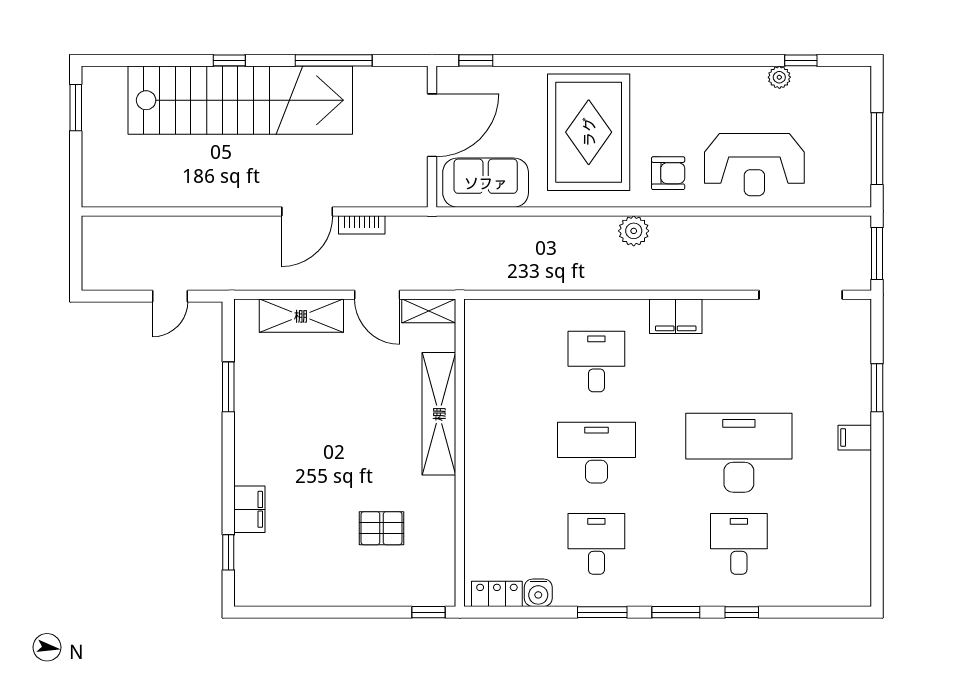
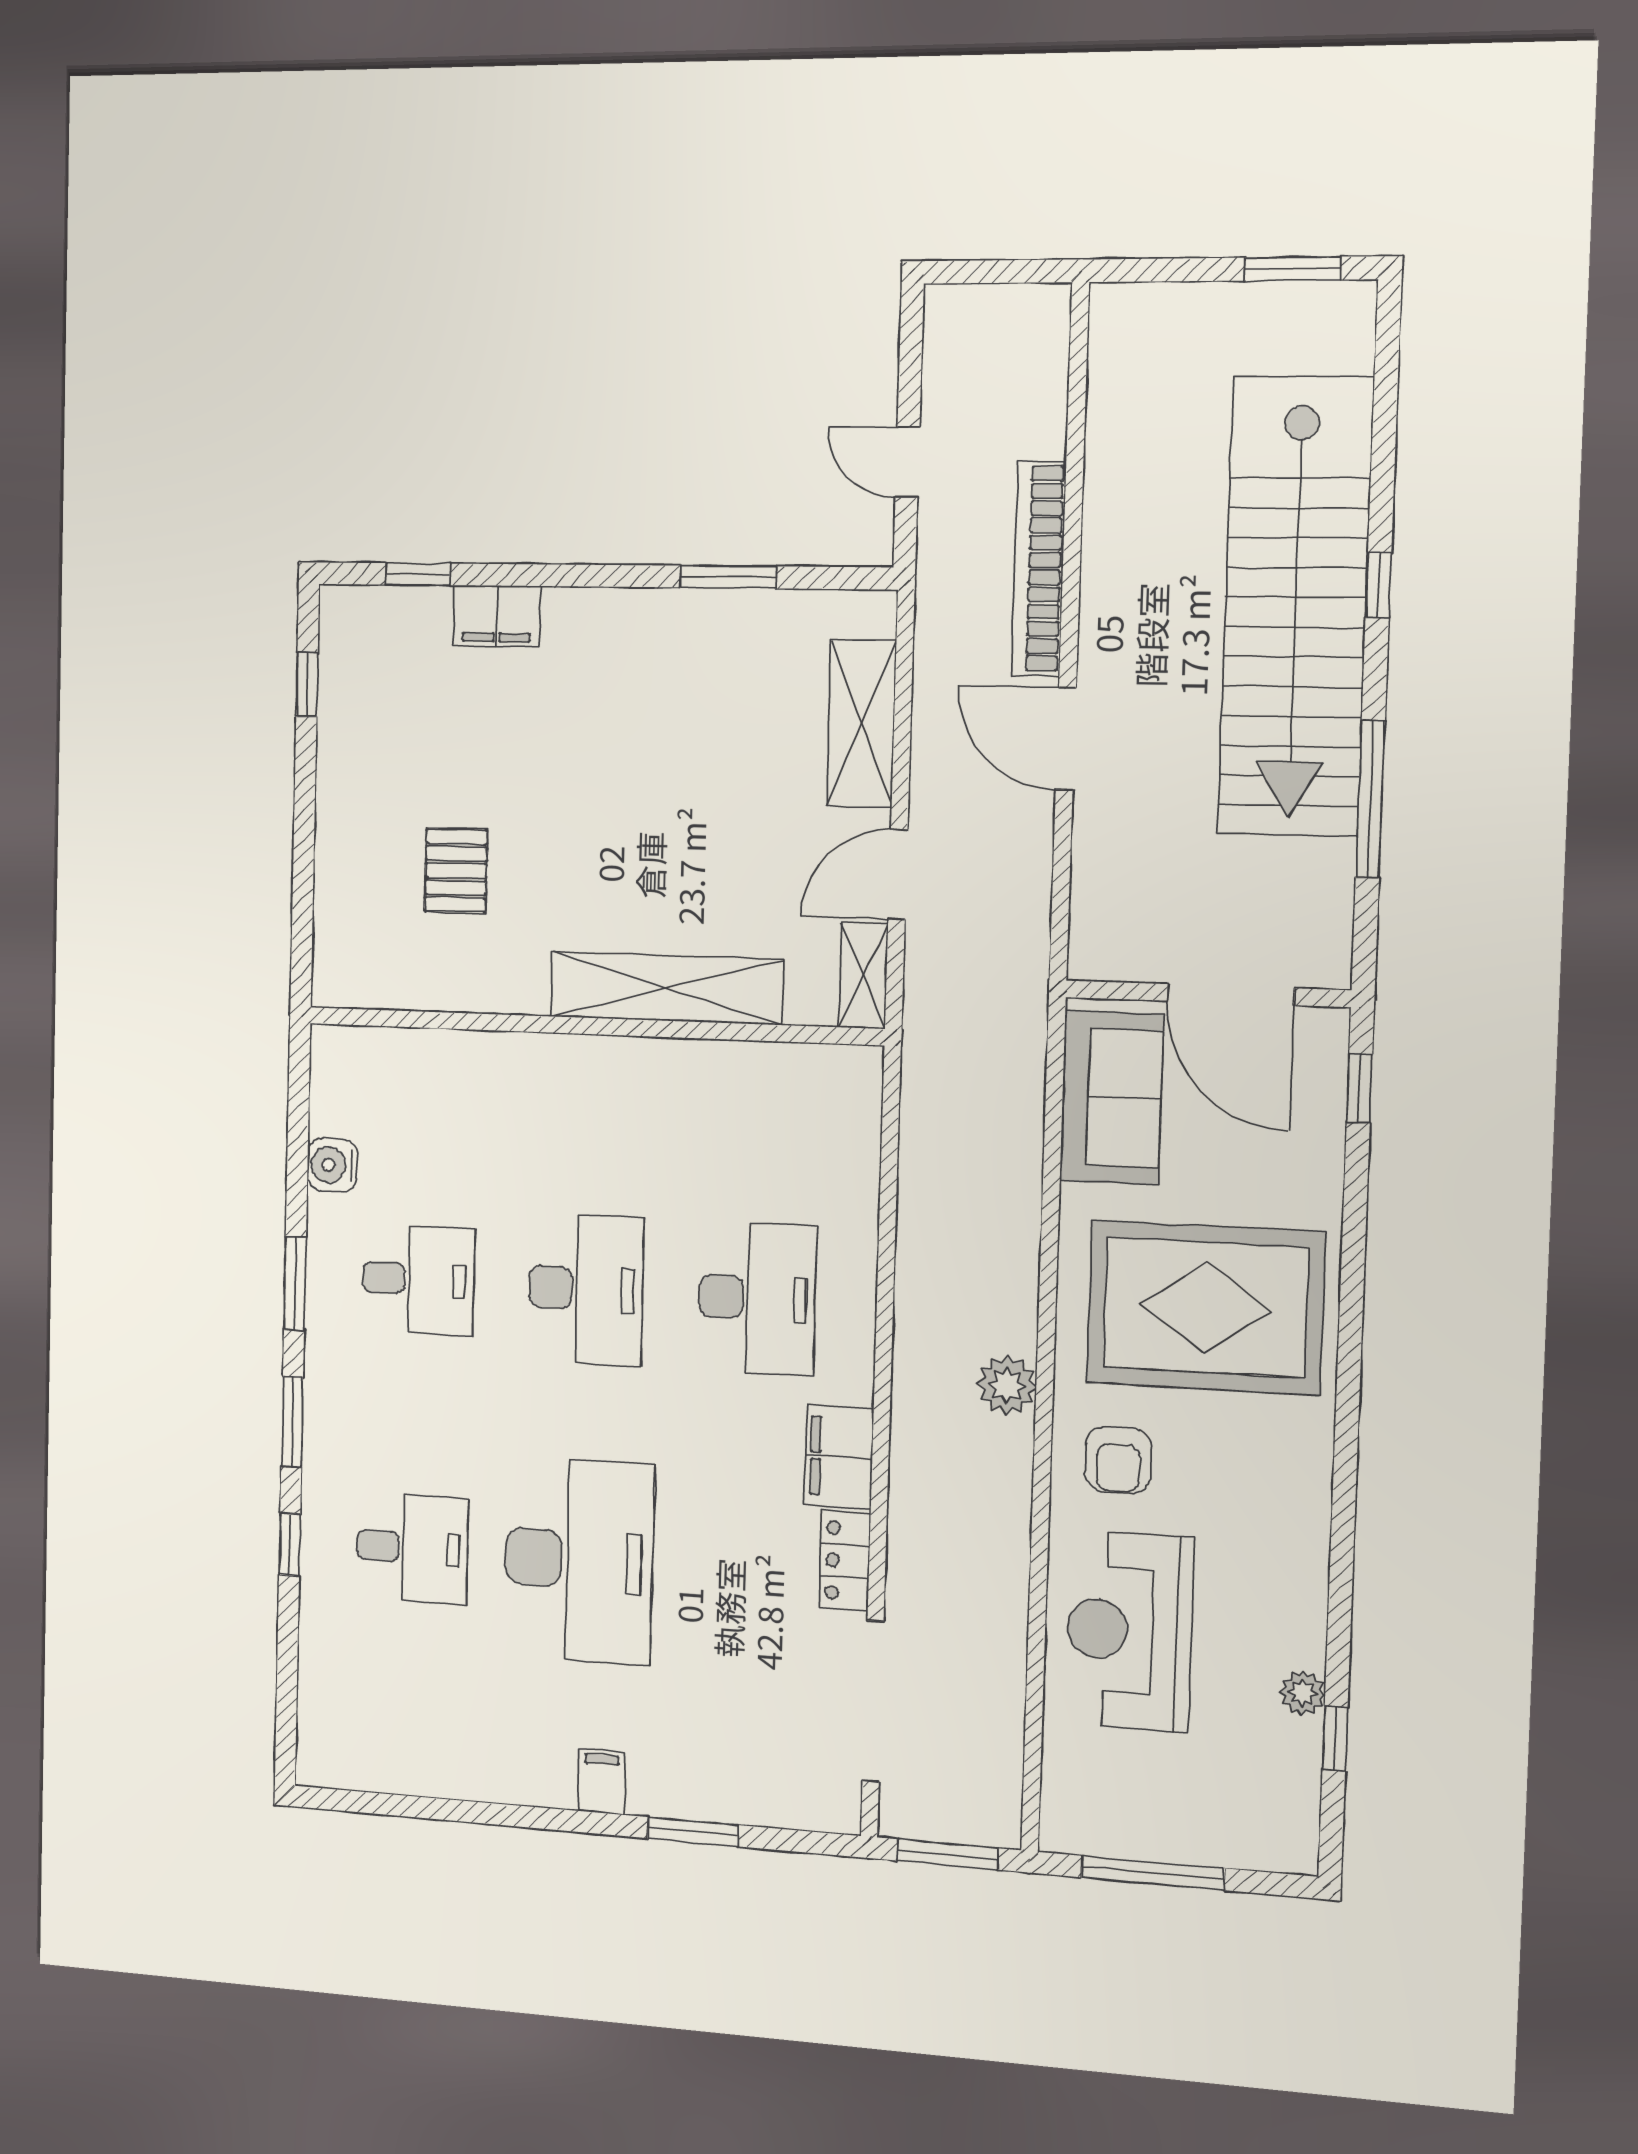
bookcase: (362, 225) -> (1039, 569), moved, width x2.31, depth x1.31
desk: (596, 361) -> (757, 1298), width x1.37
locker: (497, 594) -> (845, 1561), moved, turned 180
window: (428, 612) -> (307, 685), moved

